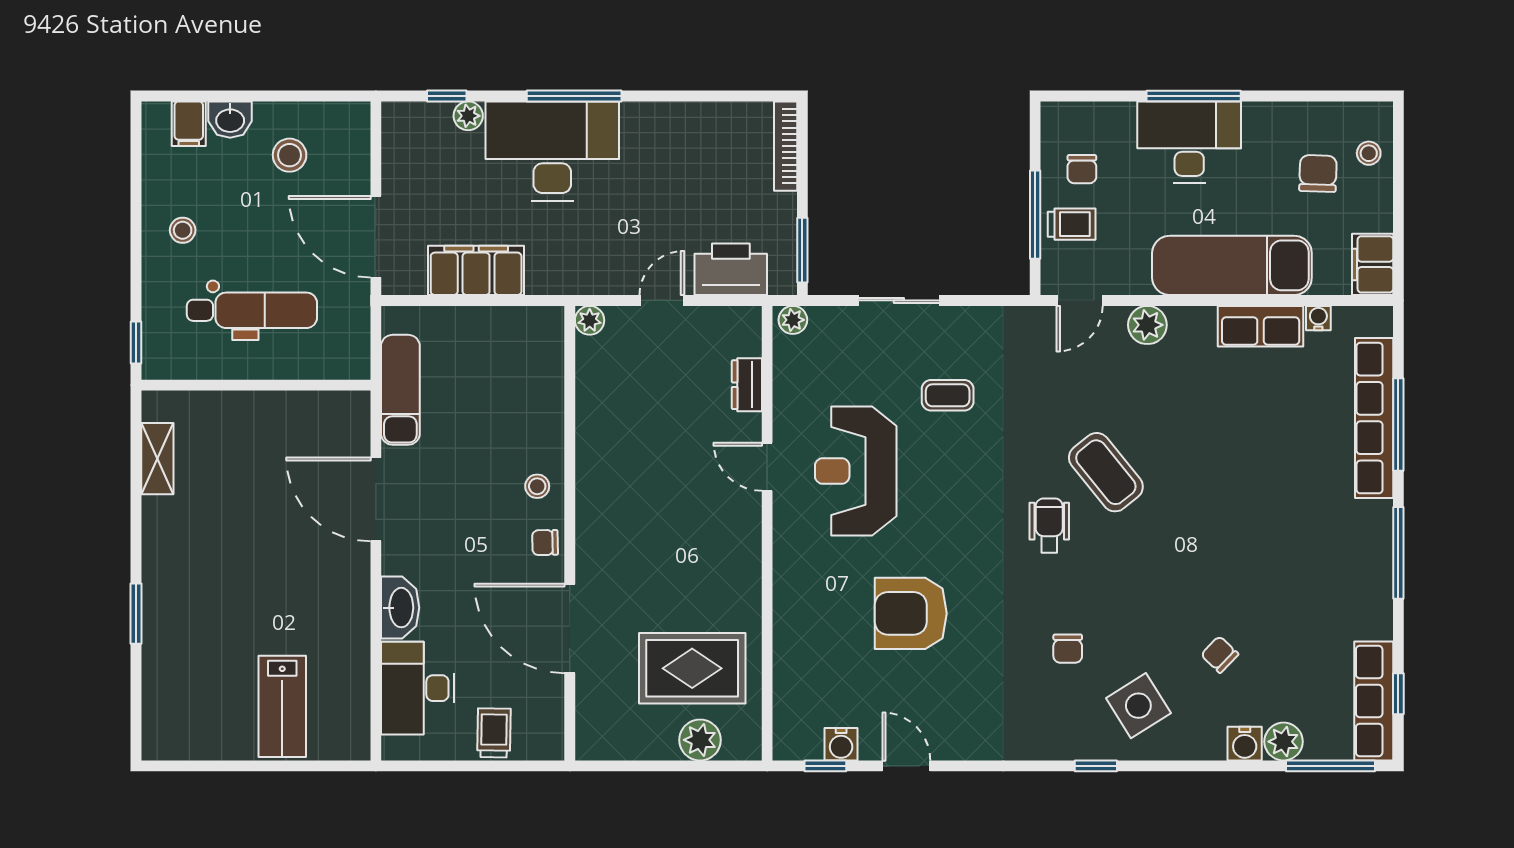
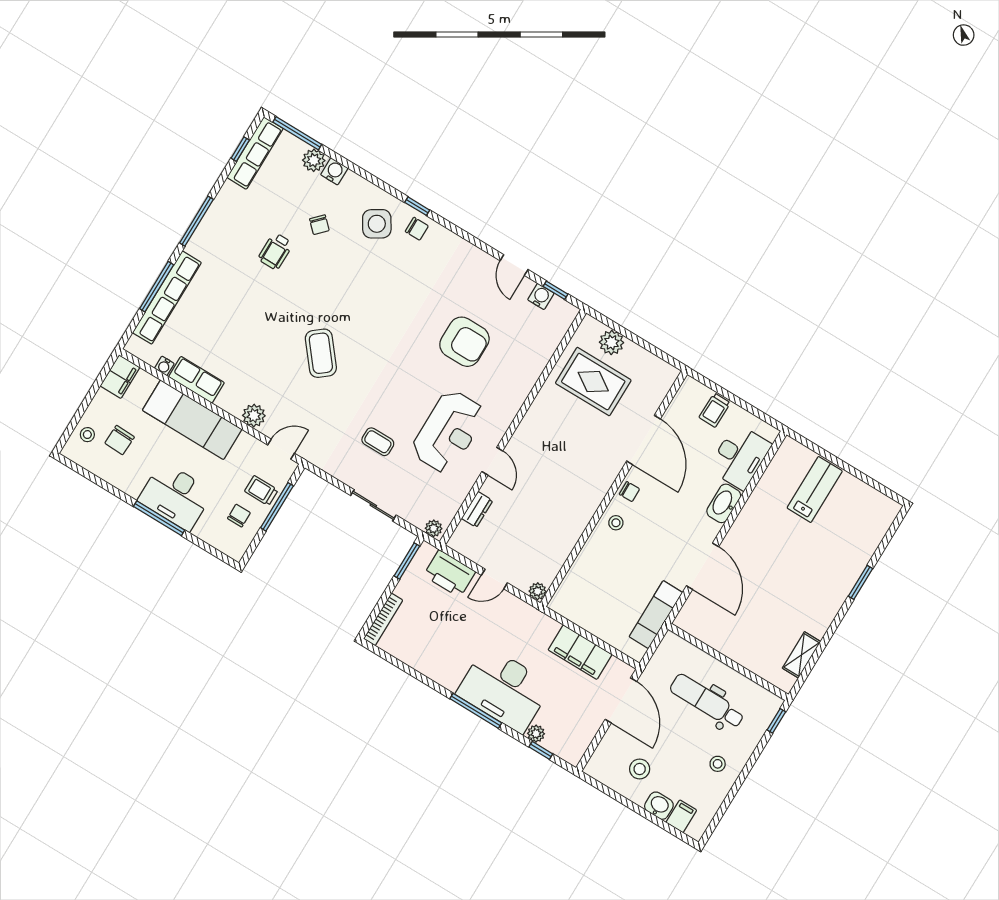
wheelchair: (1049, 525) -> (275, 251), moved
chair: (1068, 649) -> (417, 229), moved, turned 90

